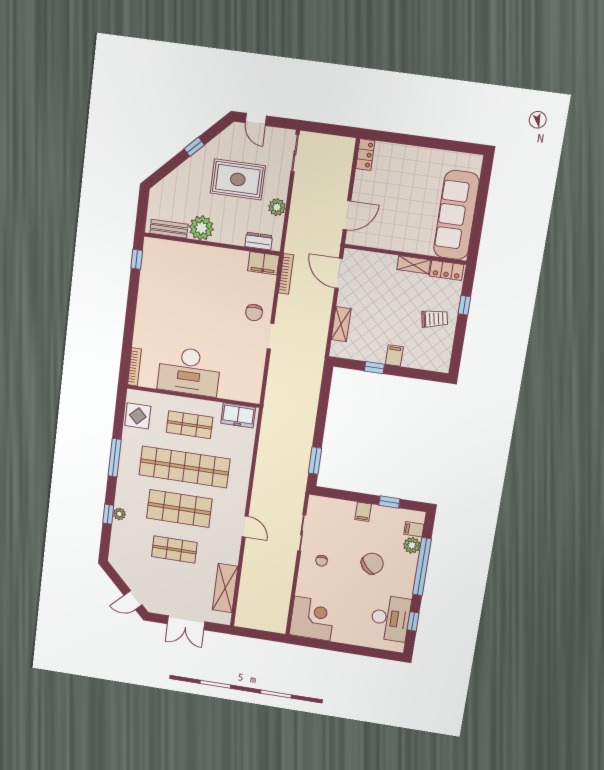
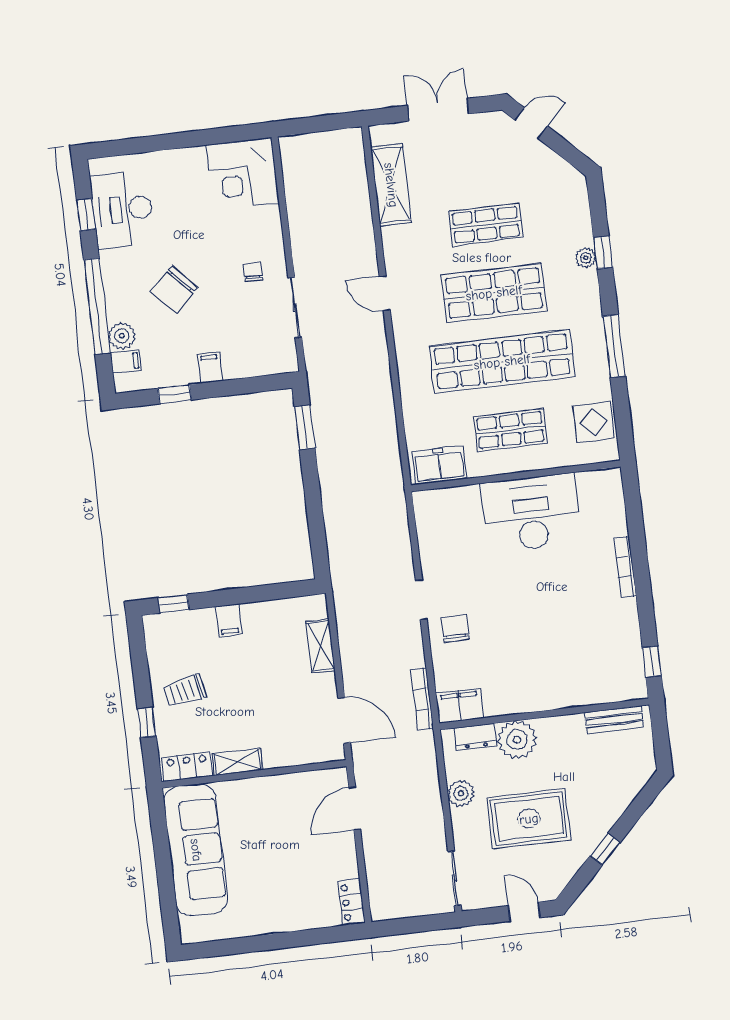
plant: (201, 228) -> (517, 740), moved
bookcase: (134, 367) -> (625, 567), moved
window: (374, 368) -> (174, 604), moved

